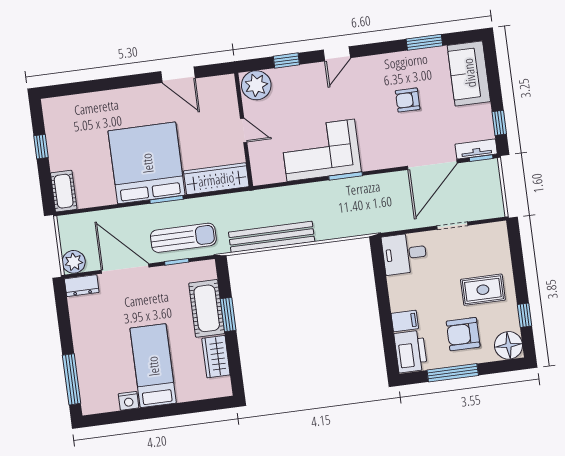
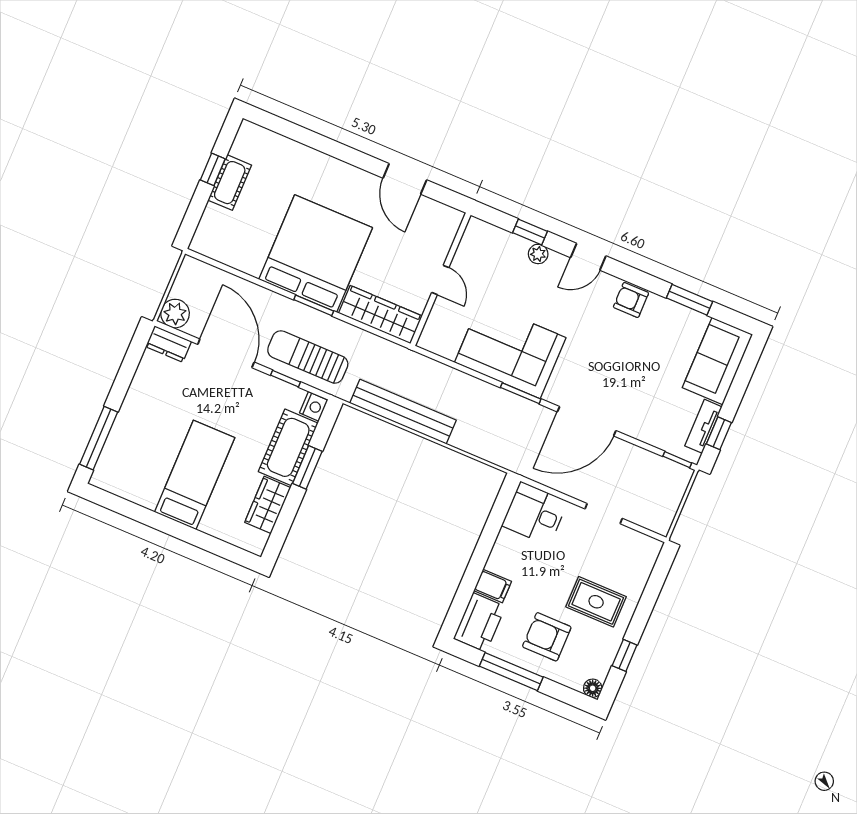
plant: (256, 85) -> (538, 254), moved, width x0.53, depth x0.53
armchair: (408, 100) -> (631, 300), moved
tv unit: (476, 149) -> (703, 426), moved, turned -90
door: (432, 165) -> (587, 421), moved
cot: (64, 191) -> (230, 183), moved
sun lounger: (183, 238) -> (308, 357), turned 180
floor lamp: (509, 345) -> (593, 688), width x0.53, depth x0.53
nightstand: (129, 401) -> (314, 406), moved, turned -90

